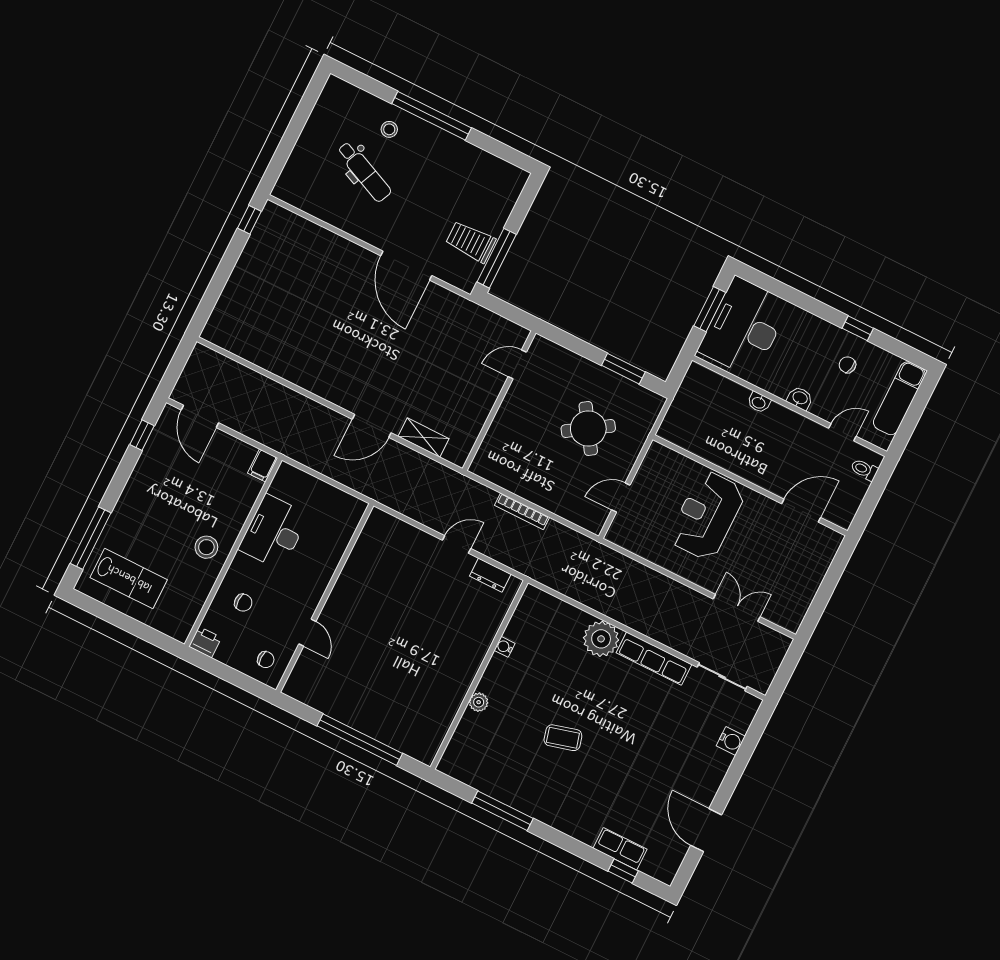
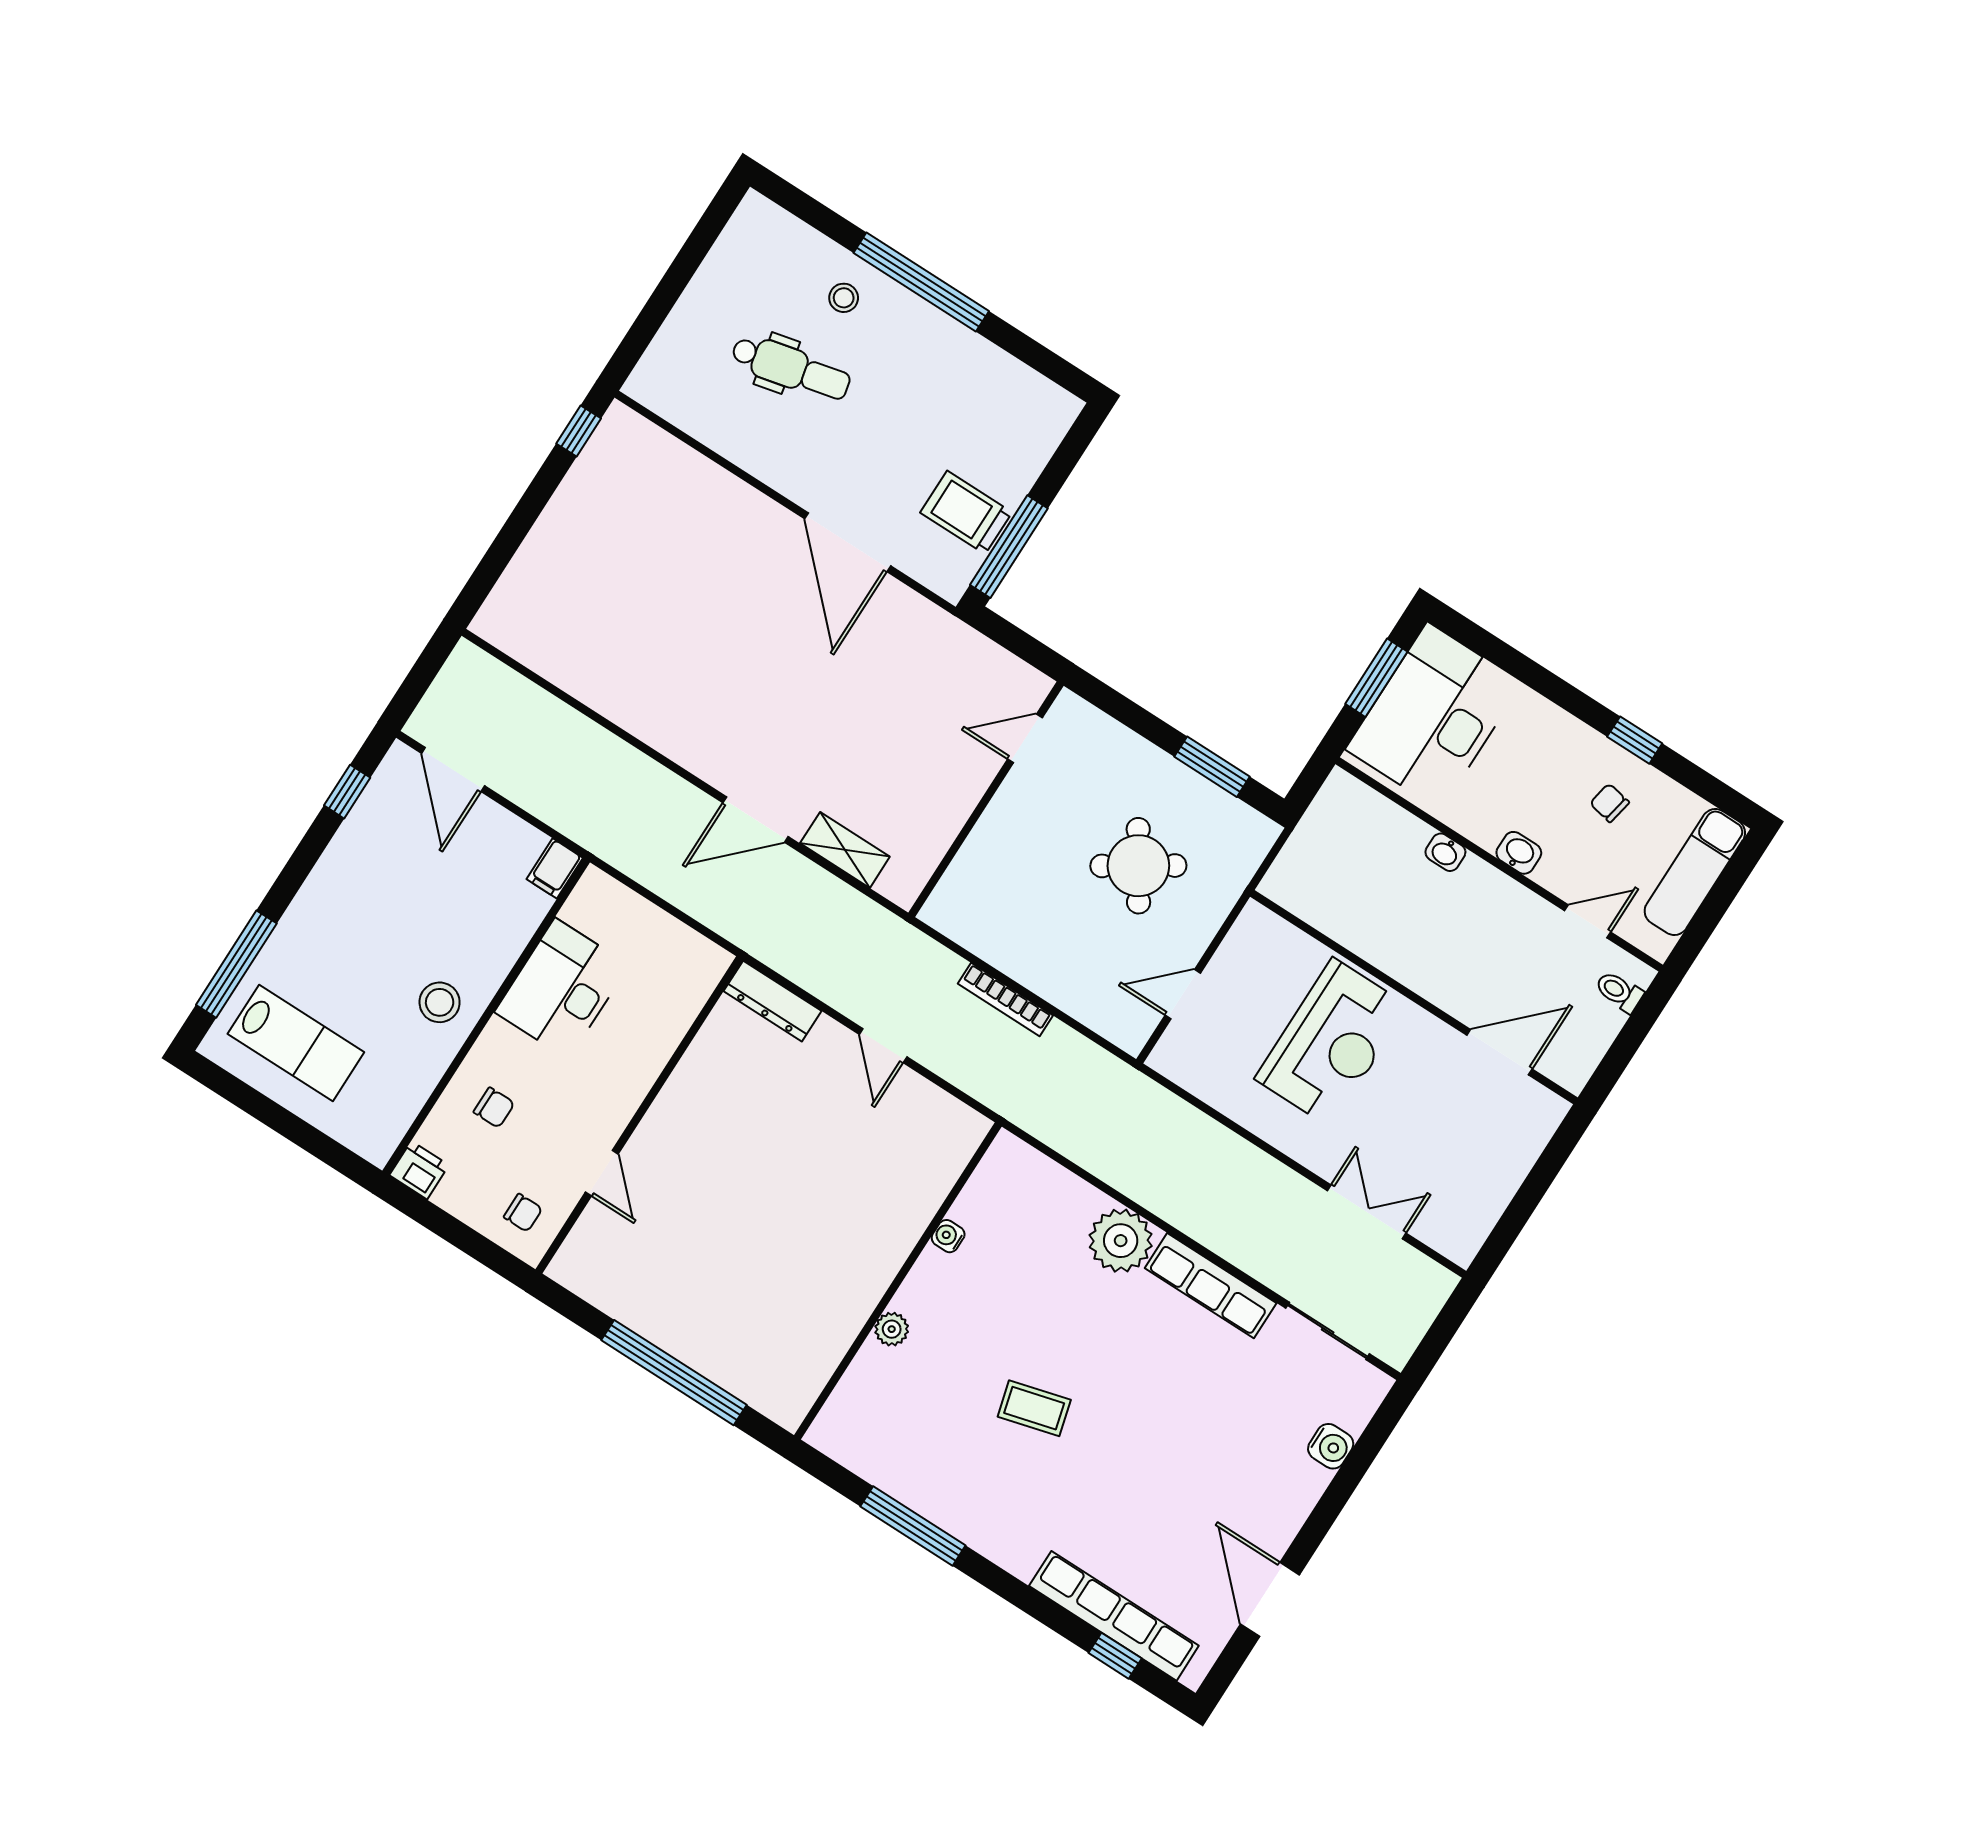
dental chair: (364, 172) -> (791, 368), turned -37
reception desk: (707, 515) -> (1332, 1042), turned 180
door: (457, 544) -> (883, 1046), swing flipped
dresser: (490, 575) -> (772, 1001), moved, width x1.44
row of seats: (620, 849) -> (1114, 1616), width x2.02

